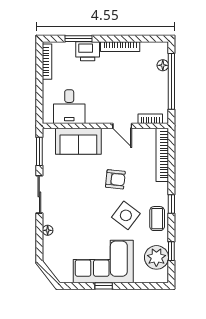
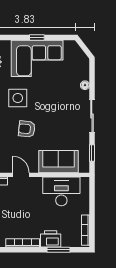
desk: (69, 107) -> (61, 191), width x1.37
window: (39, 151) -> (92, 153), width x0.67
side table: (126, 215) -> (18, 98), turned -37

